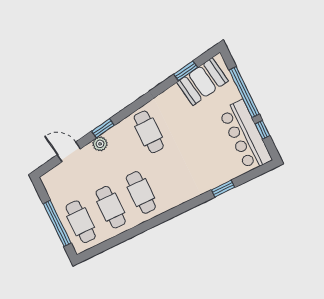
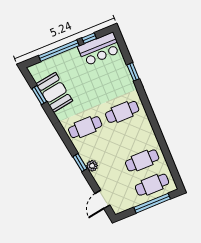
booth: (202, 82) -> (54, 92), moved
bar counter: (245, 135) -> (99, 49), width x0.73
door: (69, 152) -> (102, 199), moved
cafe table: (141, 193) -> (122, 112), moved

